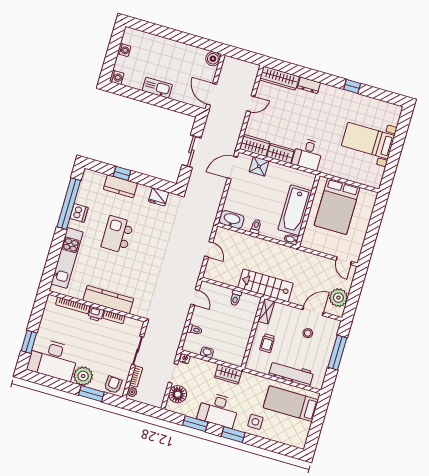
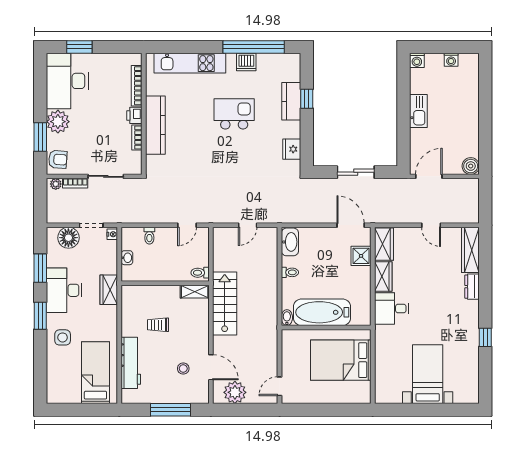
shelving: (266, 311) -> (195, 292), moved
wall: (253, 333) -> (165, 283), moved

